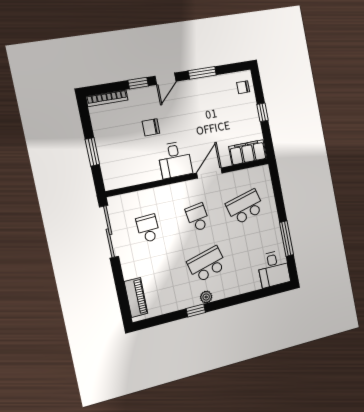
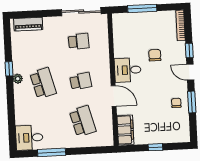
chair: (243, 87) -> (176, 103), moved
window: (92, 152) -> (142, 8), width x1.44

